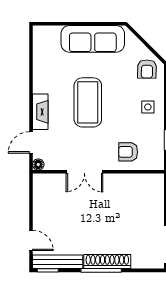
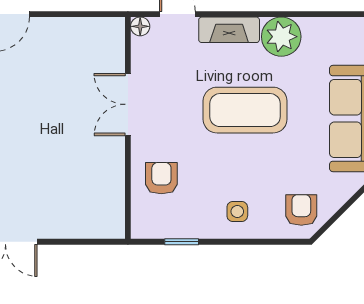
armchair: (147, 69) -> (301, 210), turned 89
plant: (44, 81) -> (281, 37), added

